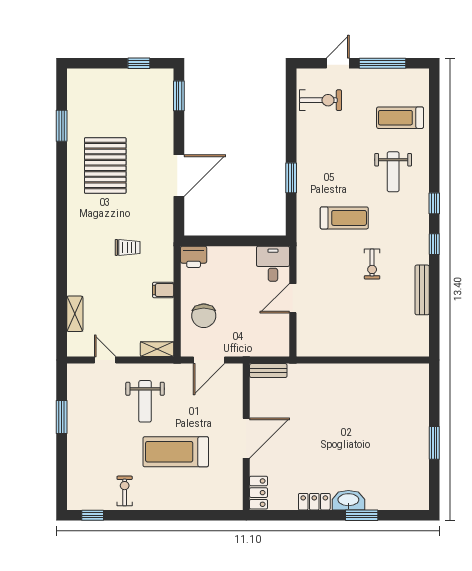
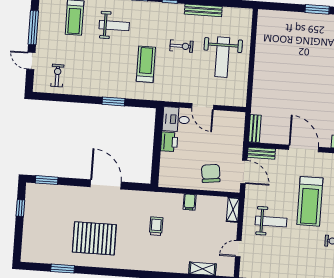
exercise bike: (320, 100) -> (57, 76), width x0.73, depth x0.72
printer: (194, 257) -> (169, 142), moved
chair: (204, 316) -> (211, 173), turned -97
weight bench: (361, 320) -> (222, 57), added
bench: (236, 382) -> (261, 153), added

